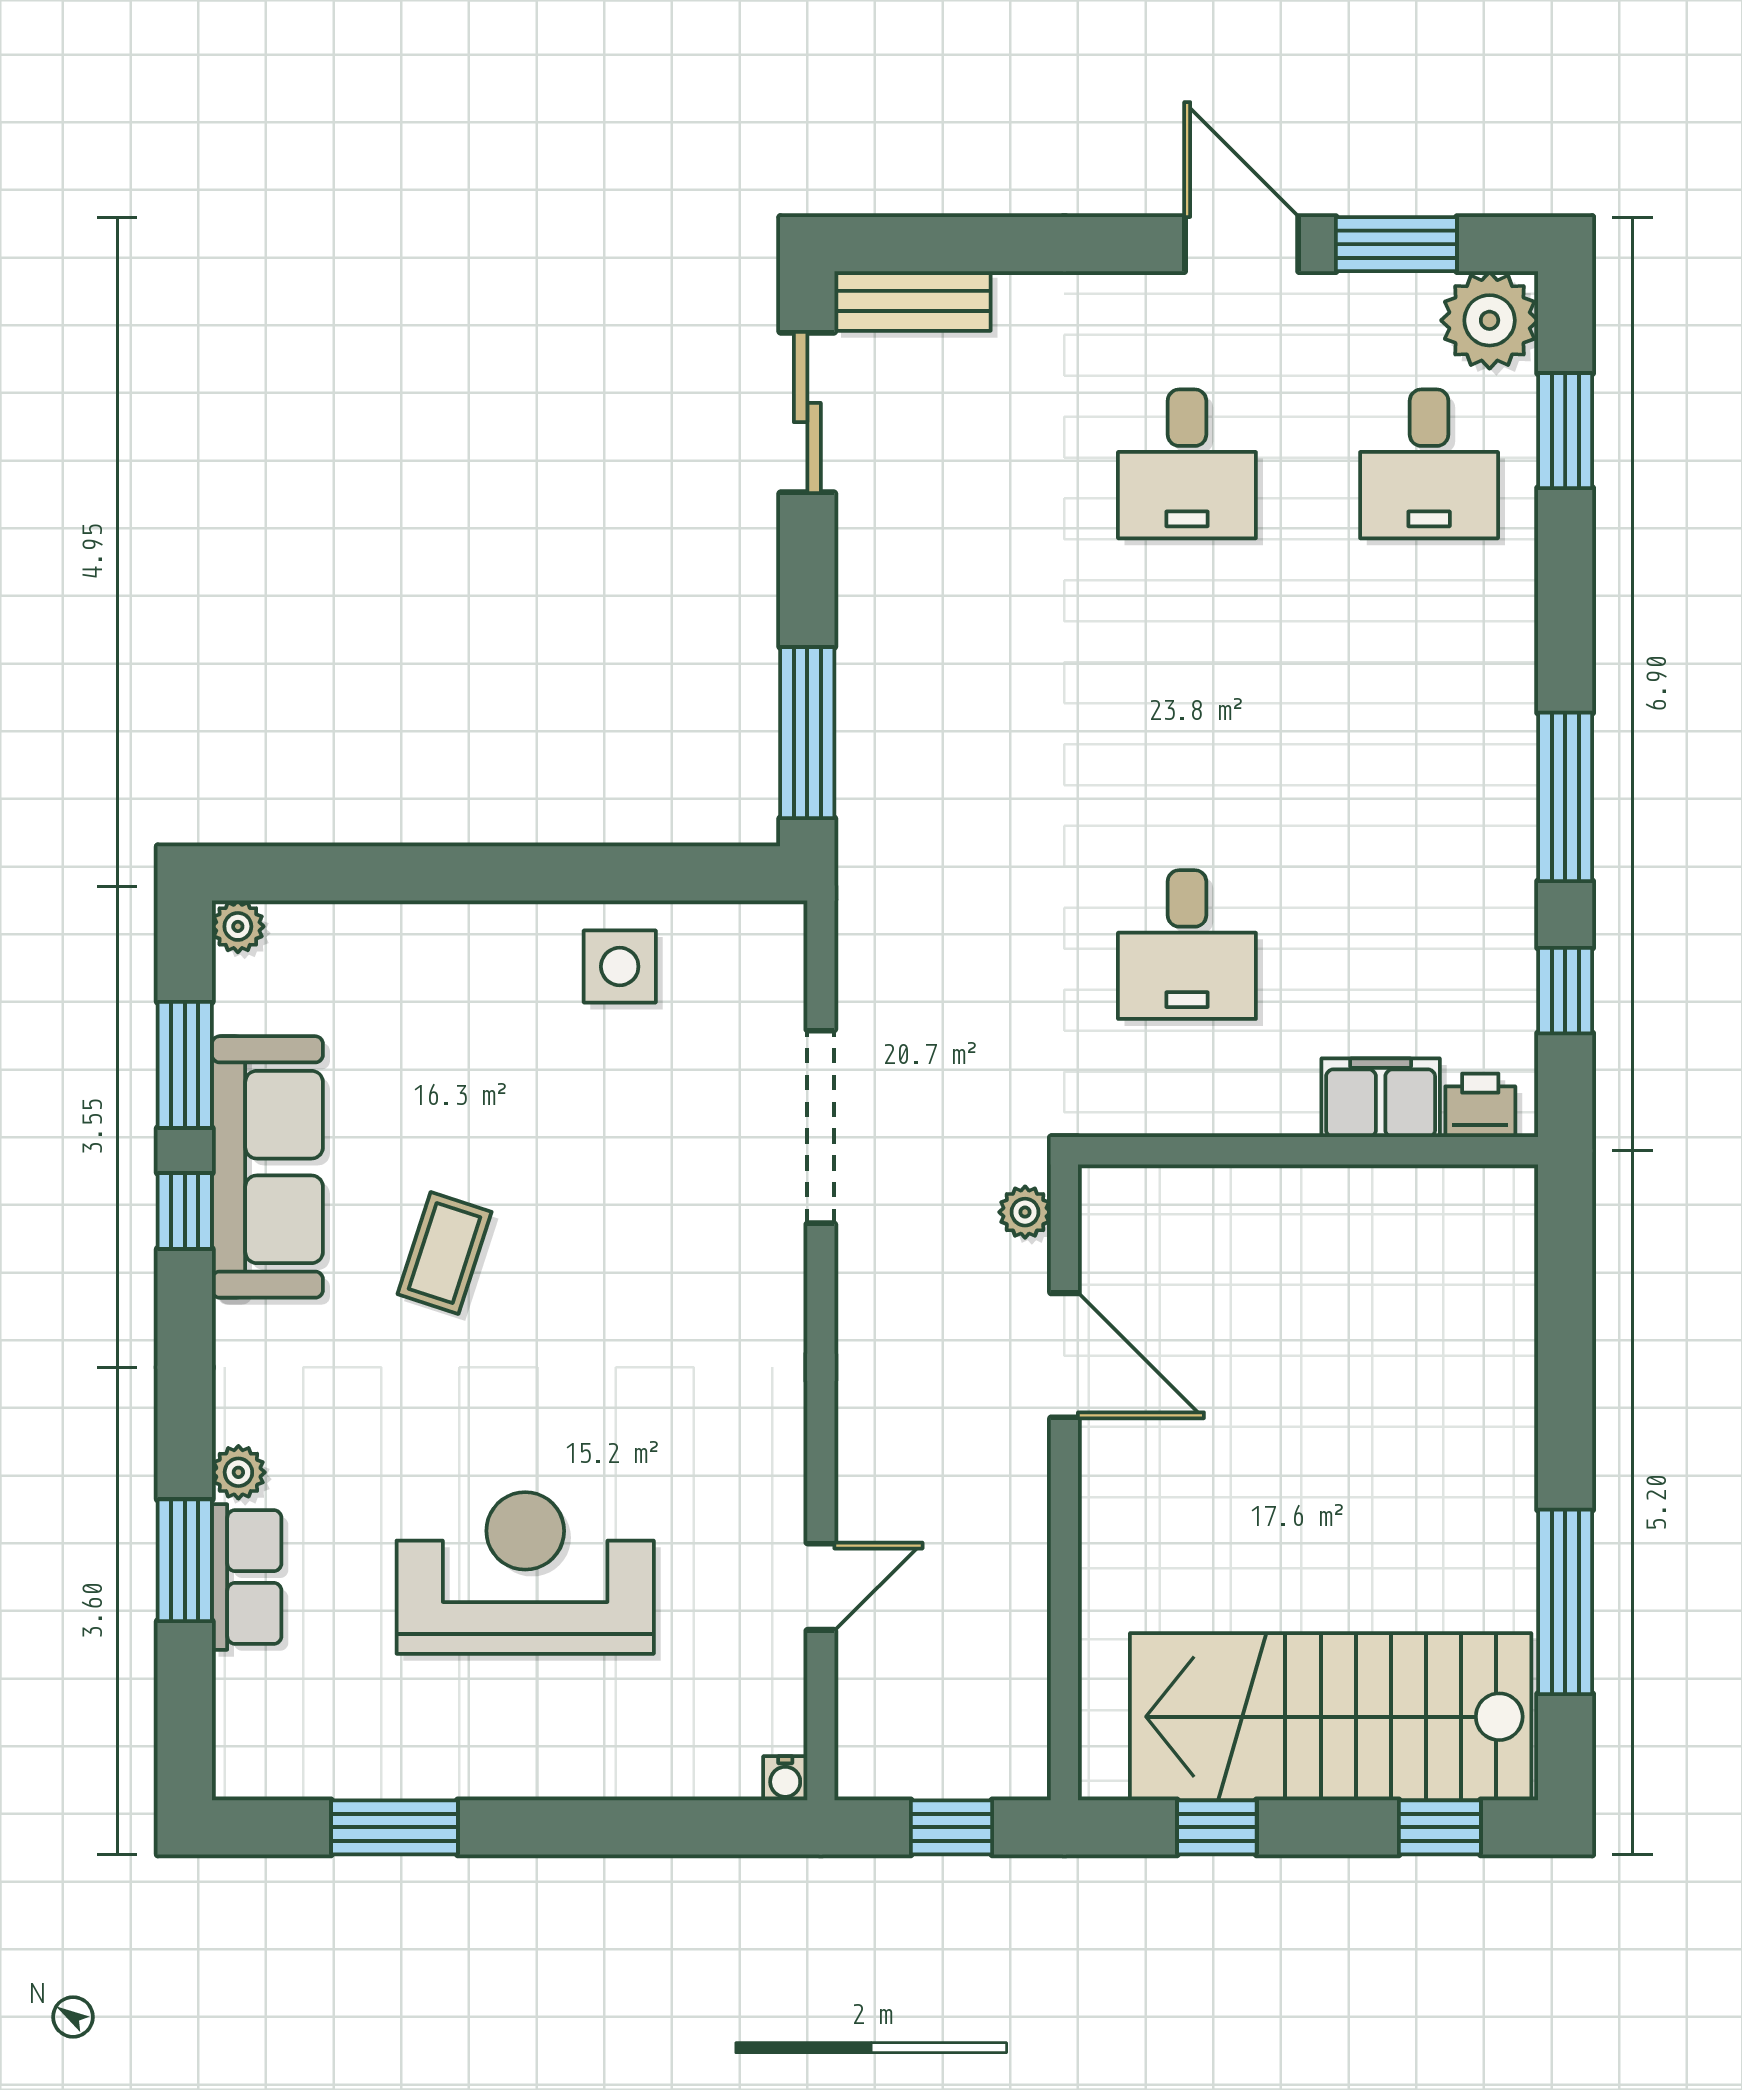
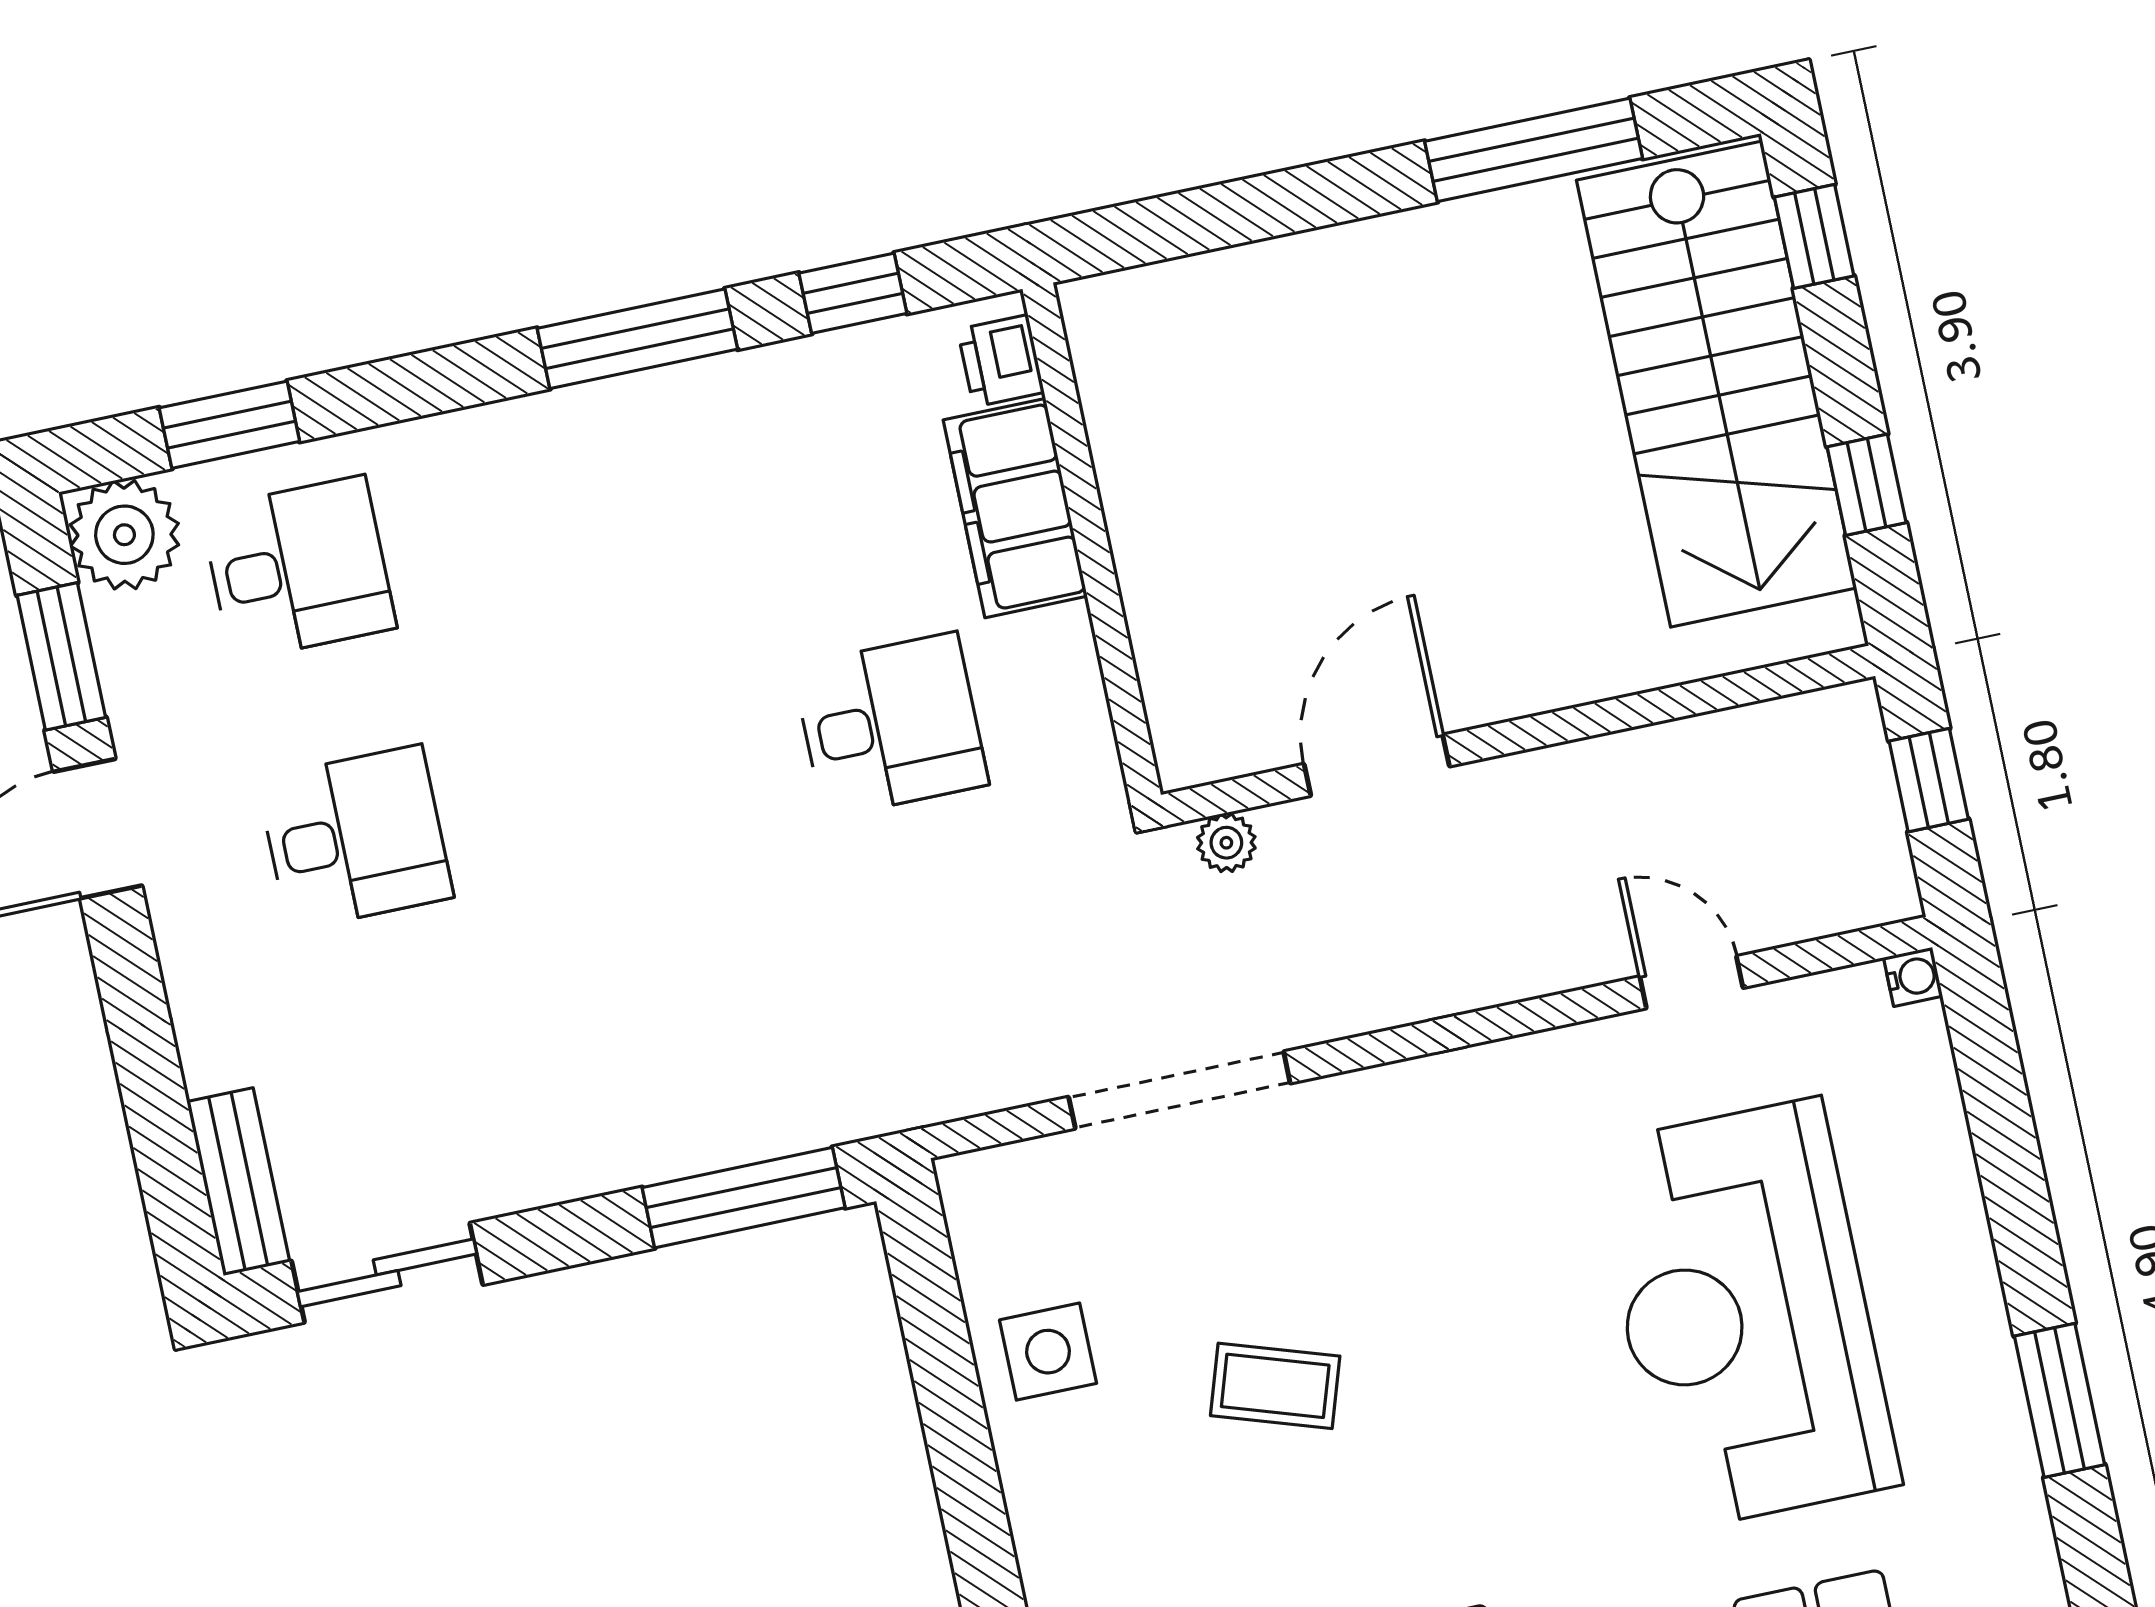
filing cabinet: (1381, 1098) -> (1015, 508), width x1.50, depth x1.17
coffee table: (445, 1253) -> (1275, 1386), moved
reception desk: (525, 1573) -> (1745, 1315), width x1.36, depth x1.30

